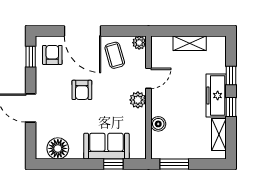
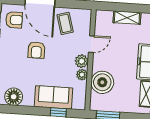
plant: (139, 43) -> (82, 75), moved
armchair: (52, 55) -> (14, 20), turned 90
boiler: (158, 124) -> (102, 82), width x1.86, depth x1.86

